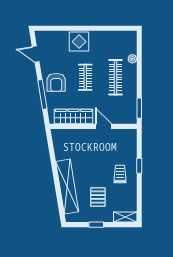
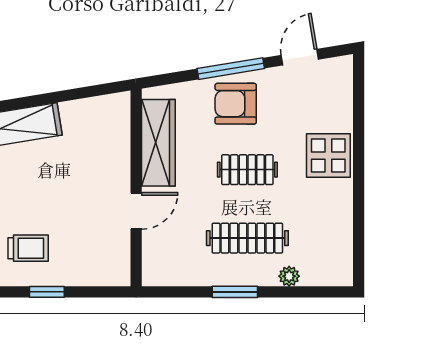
window: (42, 94) -> (231, 69), moved
window: (139, 108) -> (235, 292), moved

